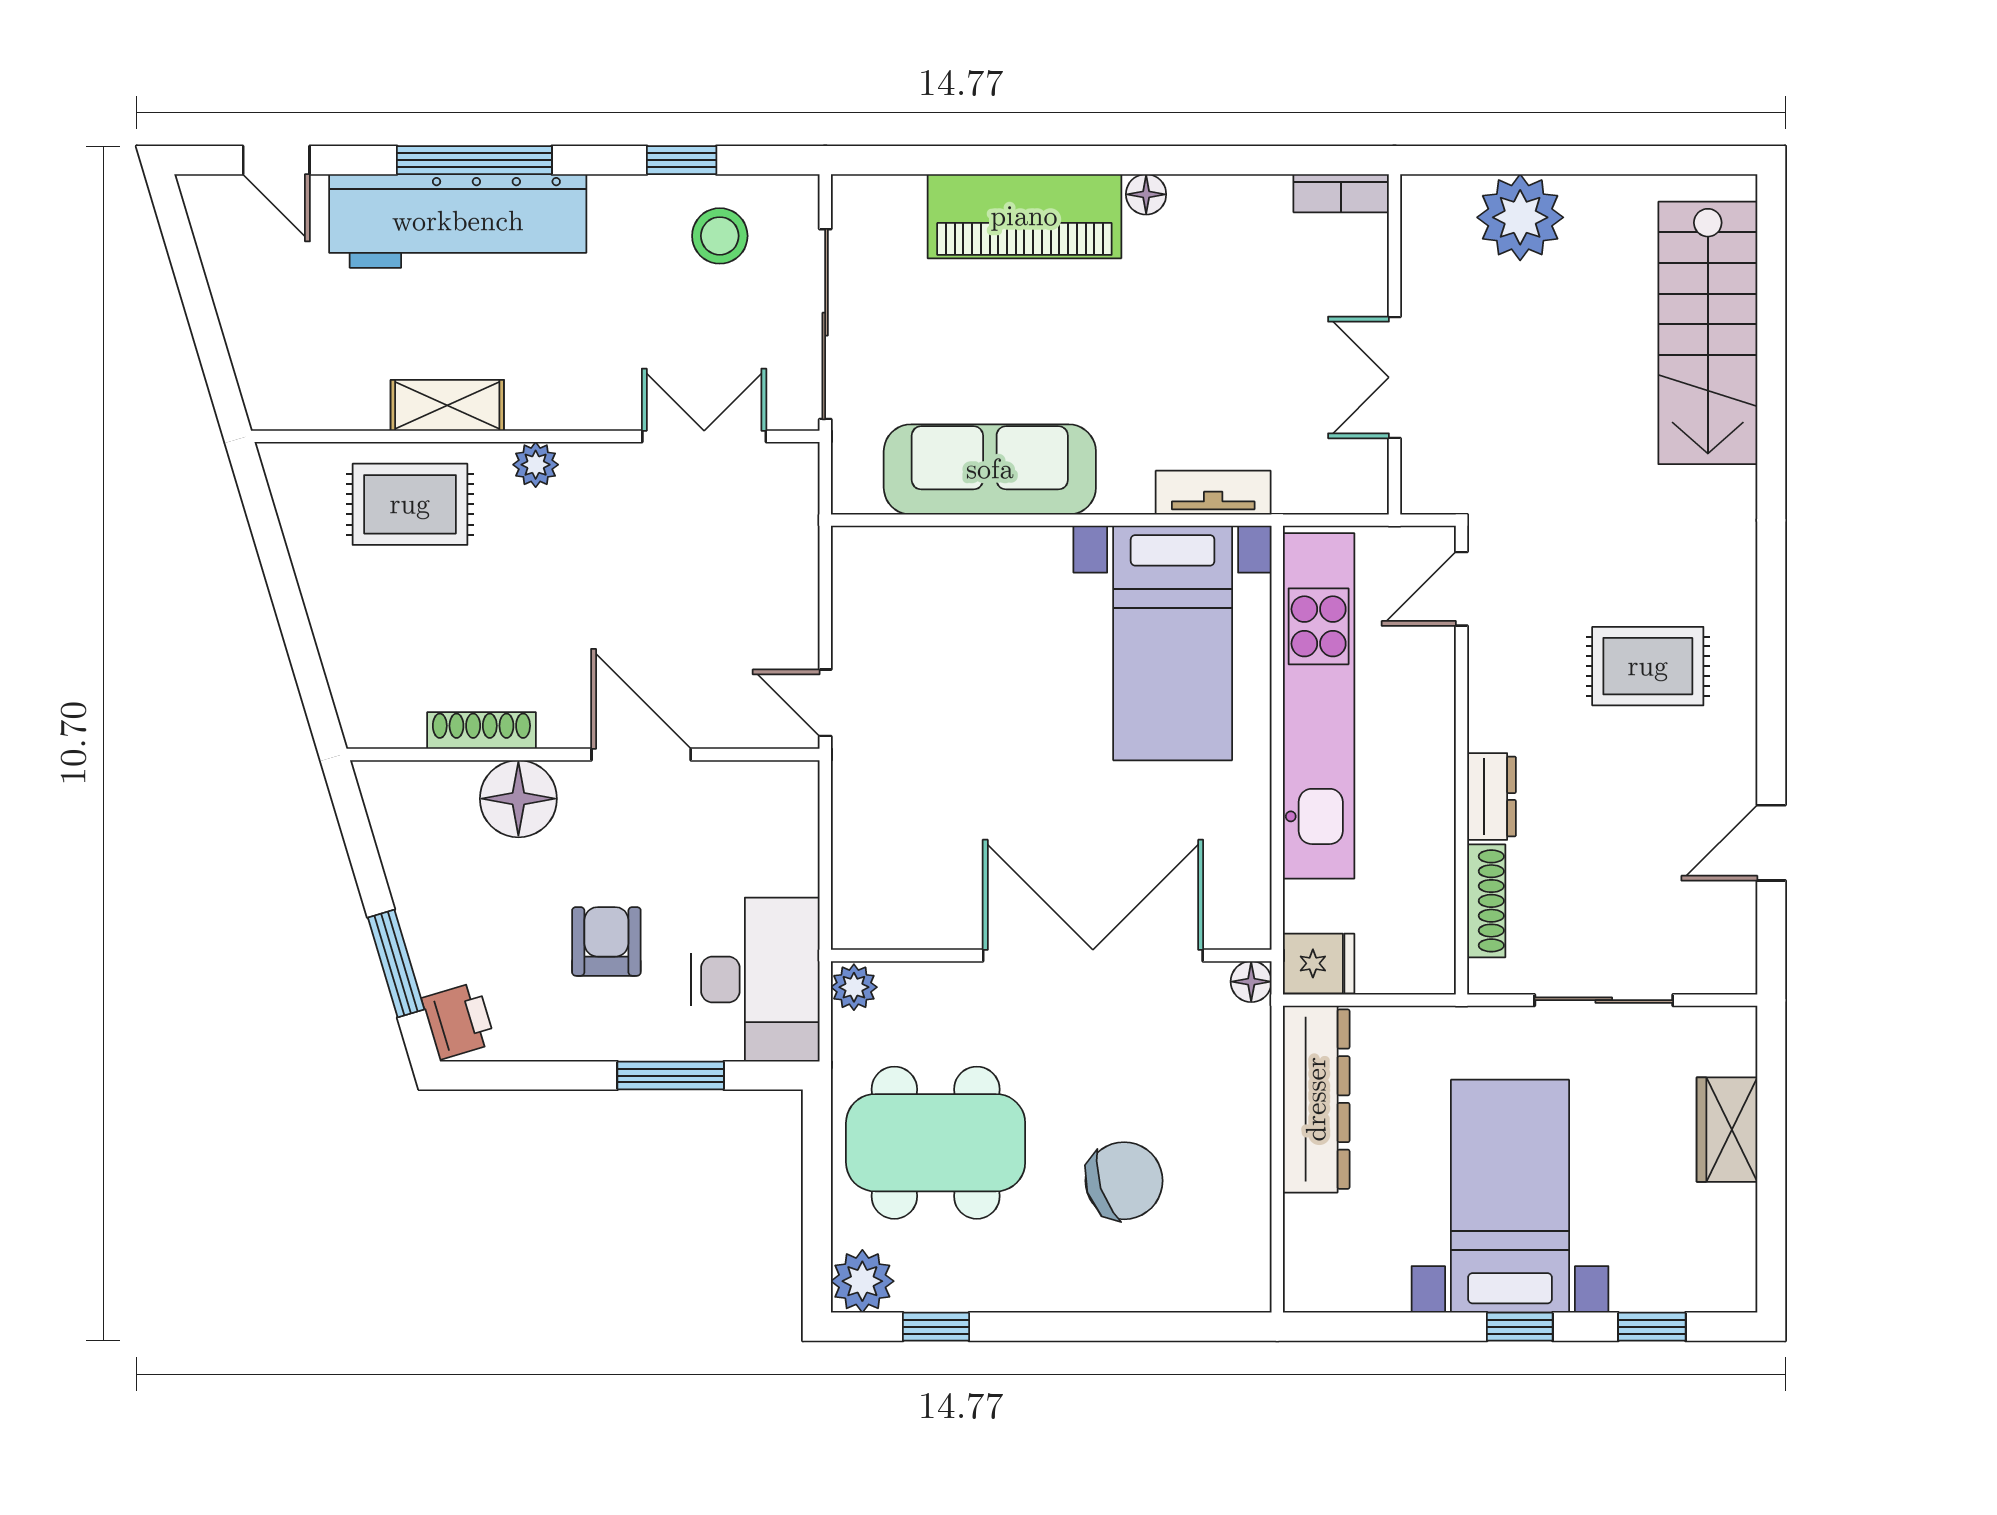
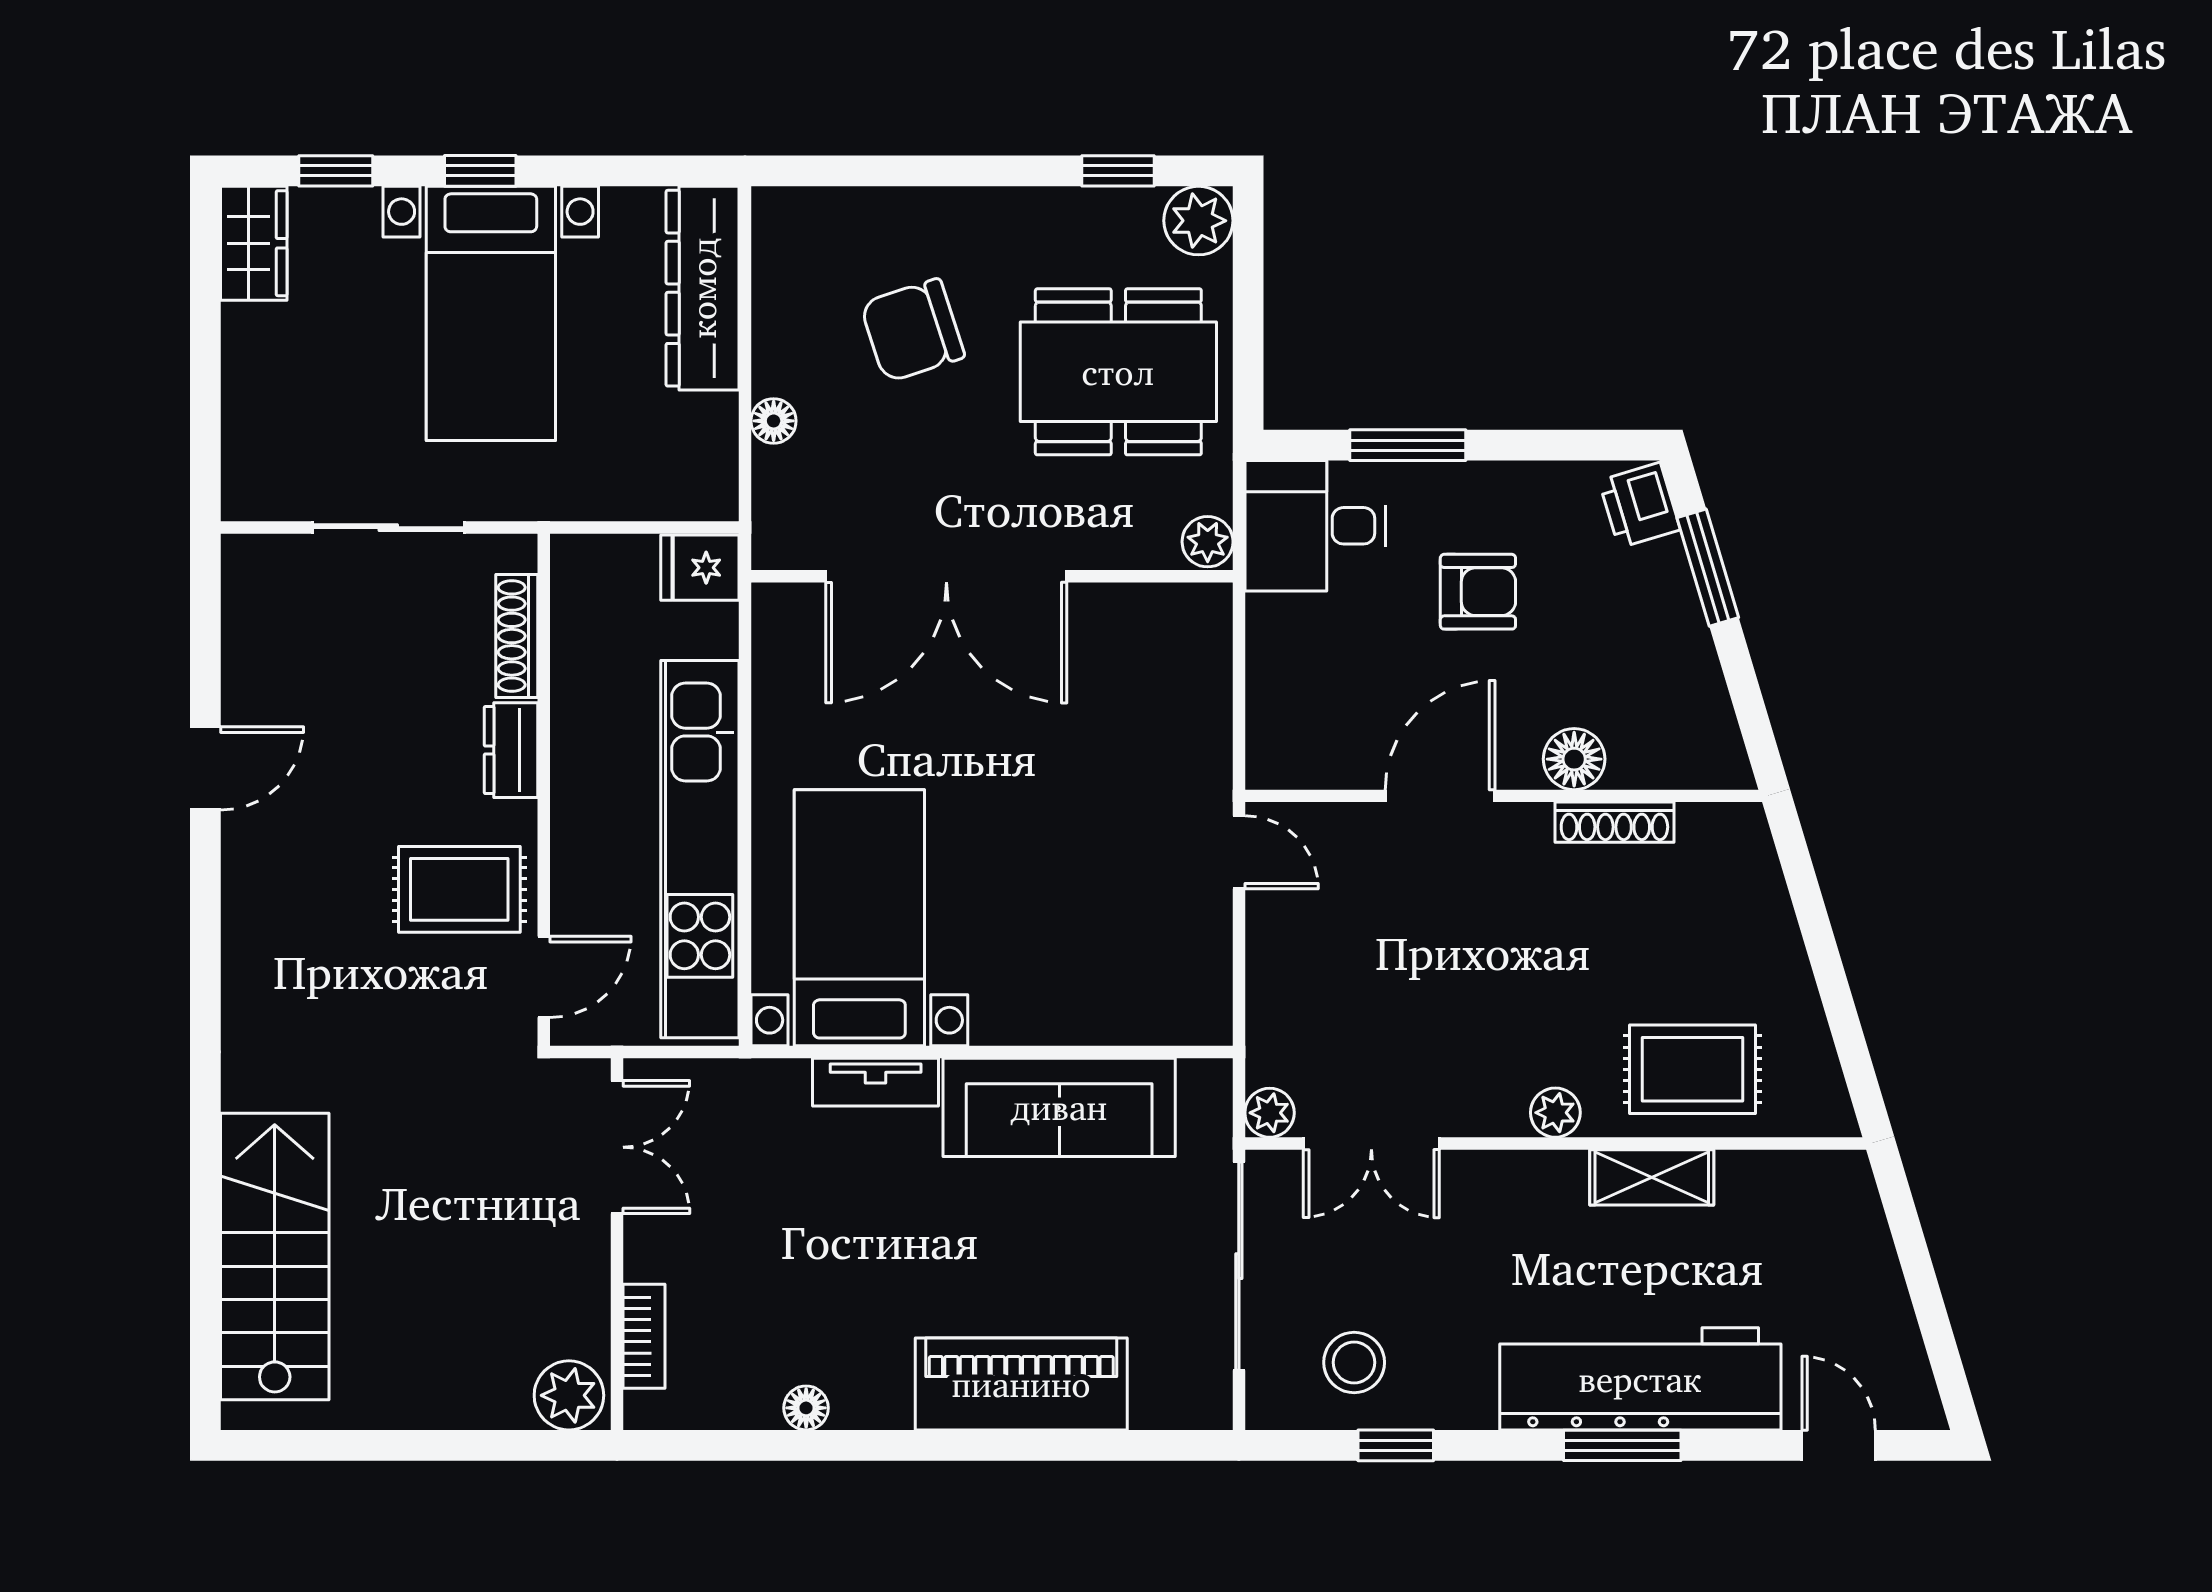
window: (474, 160) -> (1622, 1445), width x0.69
bookcase: (1341, 193) -> (644, 1336), moved, turned 90
floor lamp: (1146, 194) -> (806, 1408), moved
plant: (1520, 217) -> (569, 1395), moved, width x0.73, depth x0.73
double door: (1395, 377) -> (617, 1147), moved
plant: (797, 464) -> (1270, 1113), added
tv unit: (1213, 493) -> (876, 1082), moved
rug: (1648, 666) -> (459, 889), moved
door: (641, 755) -> (1440, 796), swing flipped
floor lamp: (518, 799) -> (1574, 759), width x0.73, depth x0.73
door: (1771, 843) -> (205, 768), moved
armchair: (606, 941) -> (1478, 592), turned -90
desk: (755, 980) -> (1315, 526), width x0.73
floor lamp: (1251, 982) -> (774, 421), moved
dresser: (1316, 1099) -> (703, 288), moved
wardrobe: (1727, 1130) -> (254, 243), moved

